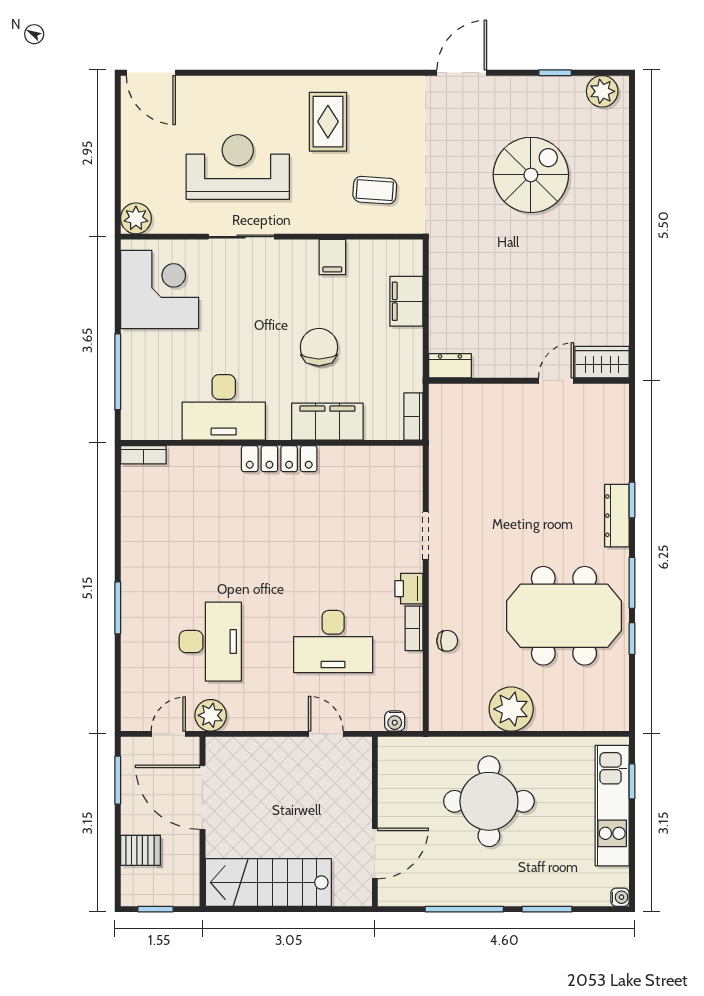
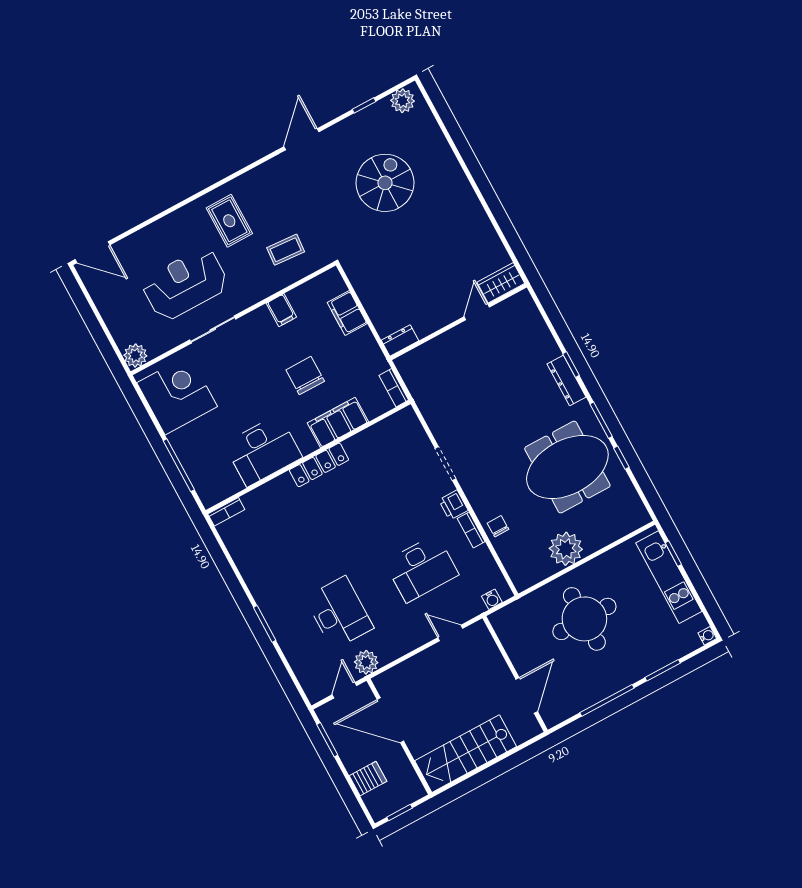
chair: (447, 641) -> (498, 526), turned -90

